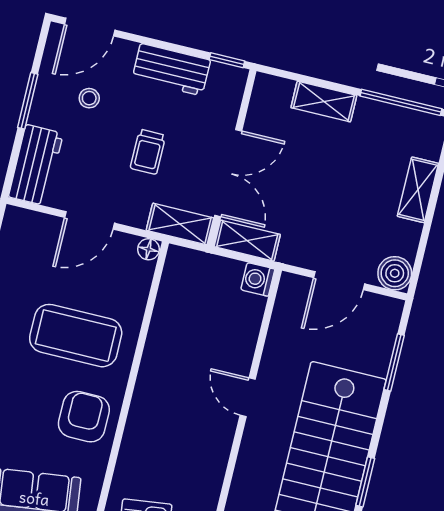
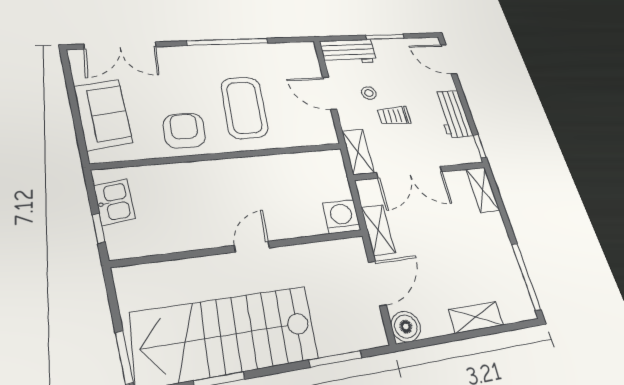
stool: (89, 98) -> (369, 93), moved
shelving: (324, 102) -> (483, 190), moved
shelving: (247, 241) -> (378, 230), moved
floor lamp: (149, 249) -> (330, 137), removed
washing machine: (258, 279) -> (342, 217), width x1.38, depth x1.38
door: (339, 281) -> (377, 283), swing flipped
armchair: (84, 417) -> (184, 131), turned -90

